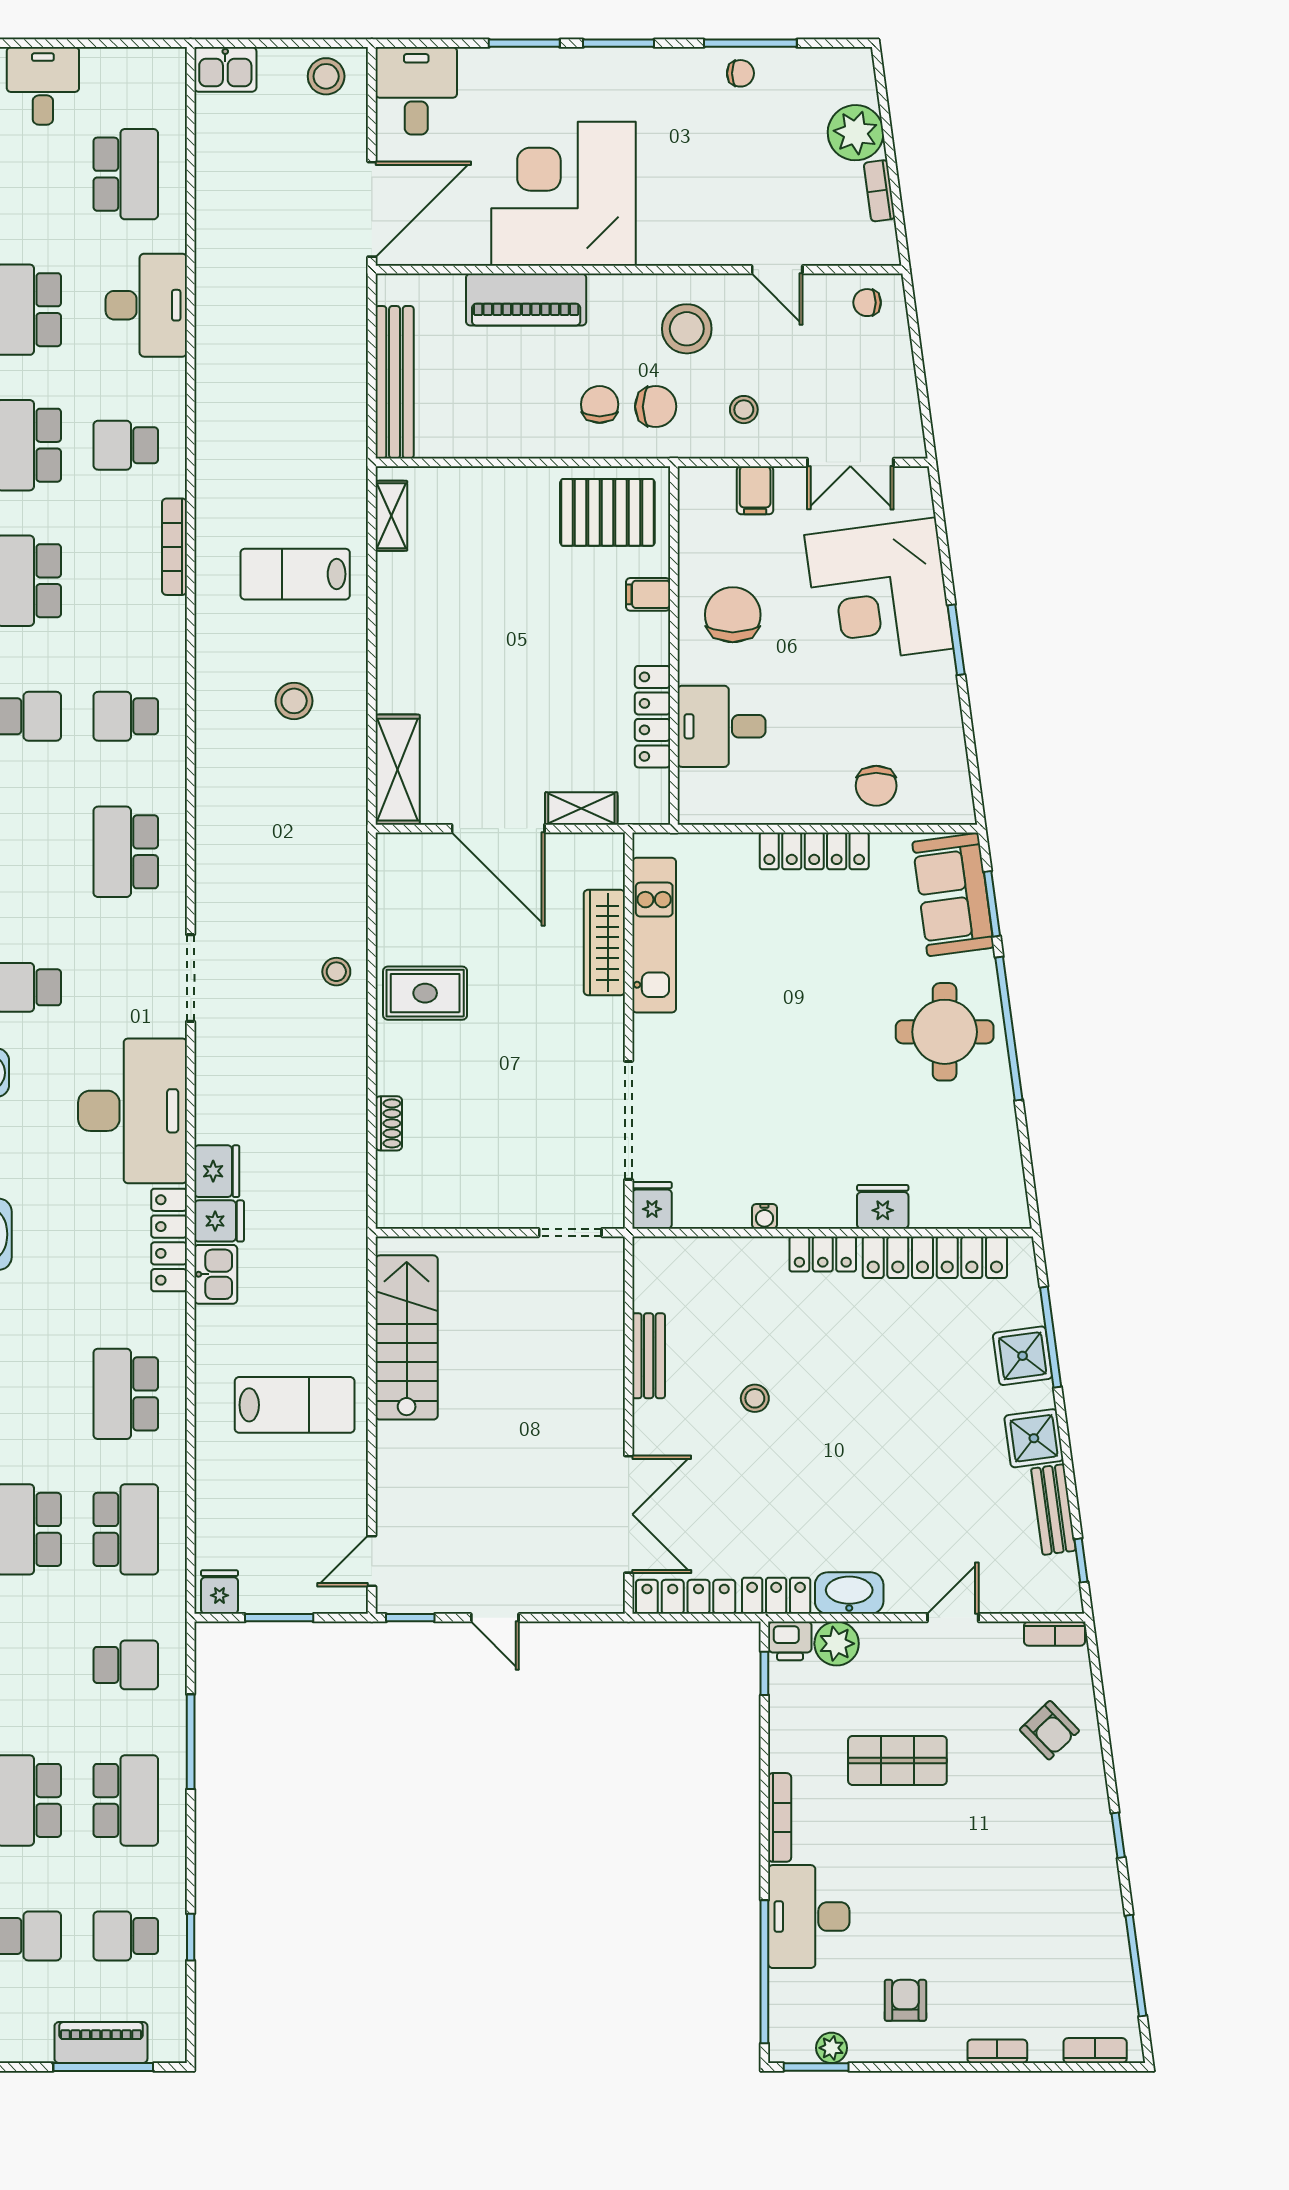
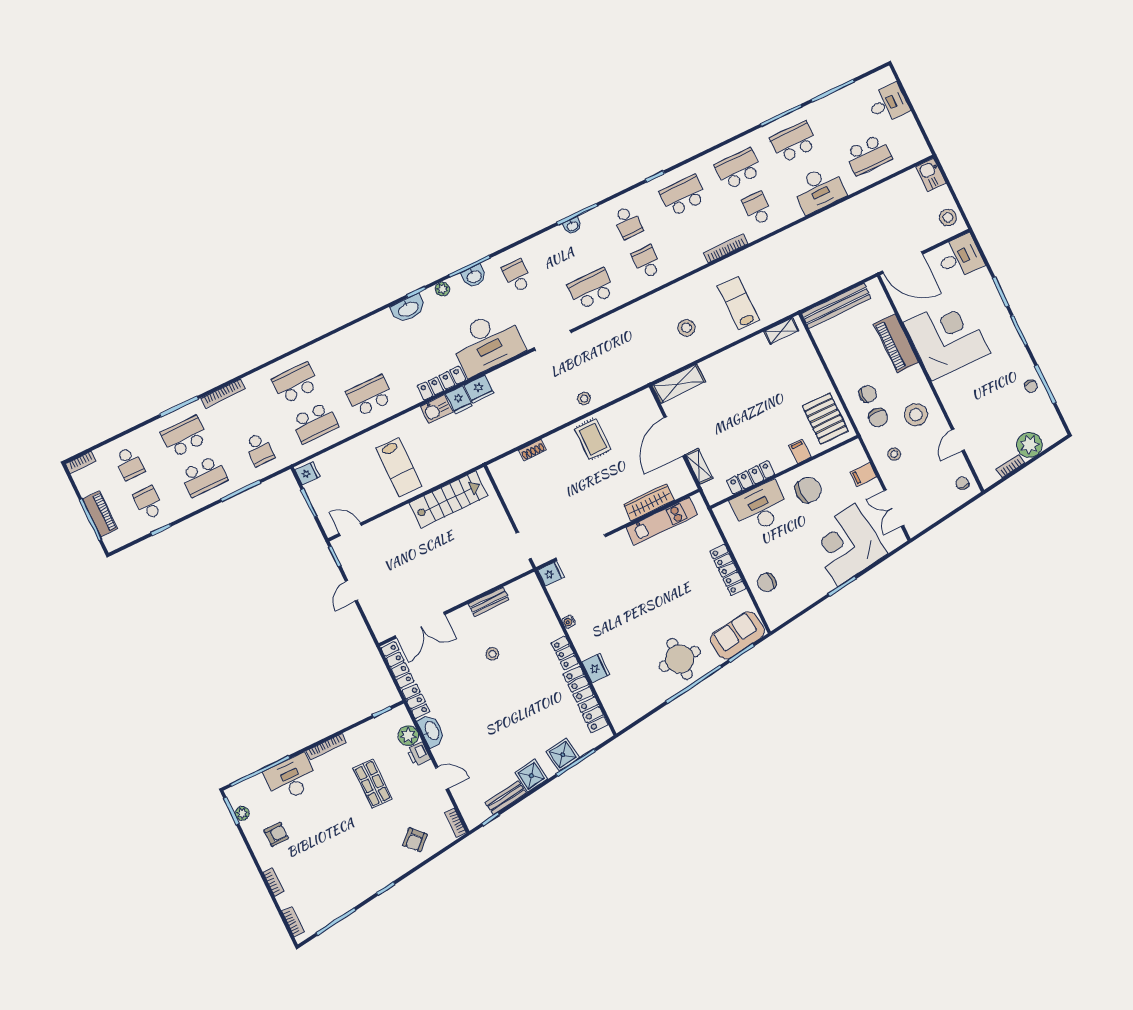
desk: (722, 726) -> (760, 507), width x1.37
printer: (790, 1641) -> (419, 754), moved

